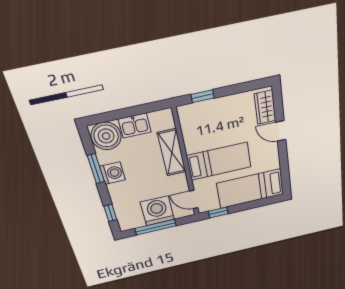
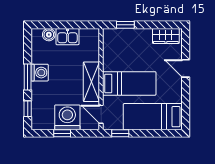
wardrobe: (265, 107) -> (166, 36), moved, turned -90
boiler: (106, 136) -> (49, 35), width x0.54, depth x0.54
shelving: (172, 152) -> (91, 82), moved
window: (96, 169) -> (28, 77), moved
window: (156, 227) -> (62, 133), width x0.46

